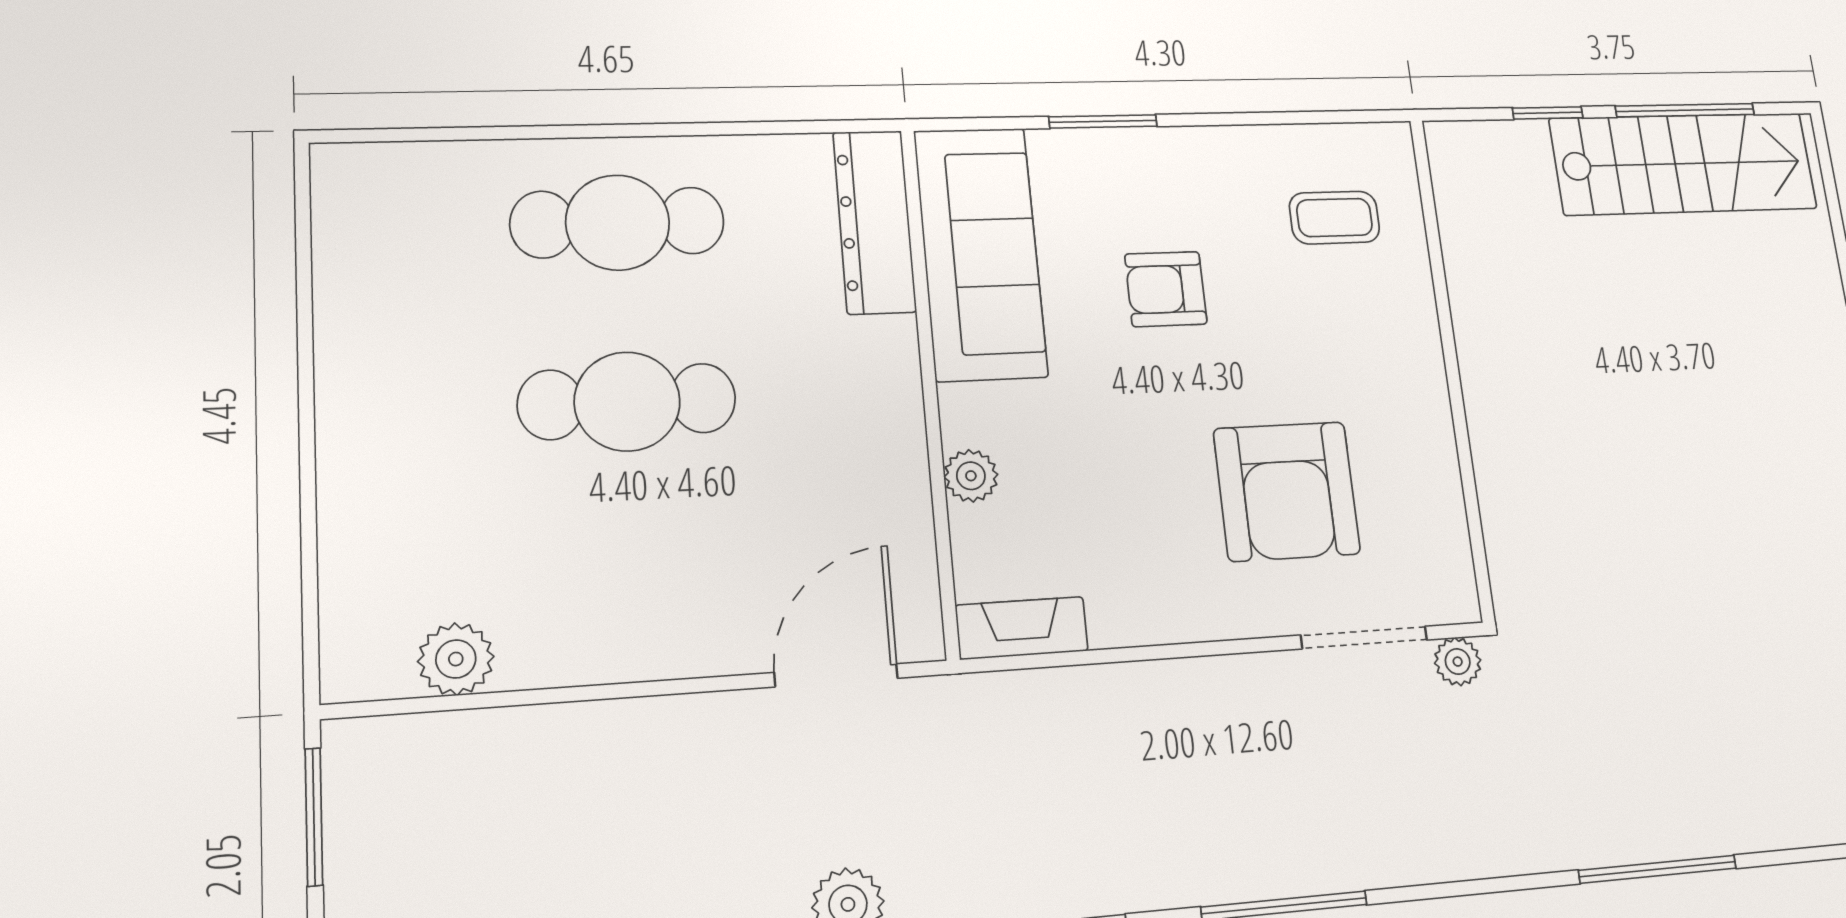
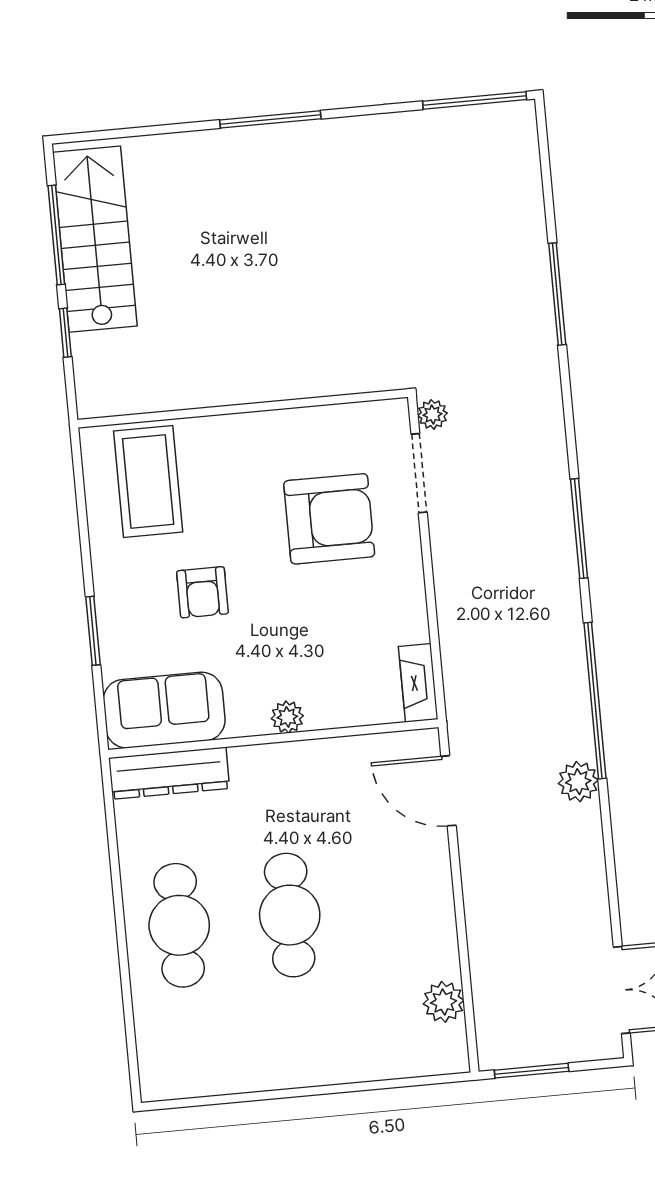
coffee table: (1334, 218) -> (148, 482), width x1.86, depth x1.72
sofa: (980, 253) -> (164, 710), width x0.73
plant: (971, 476) -> (287, 717), moved

